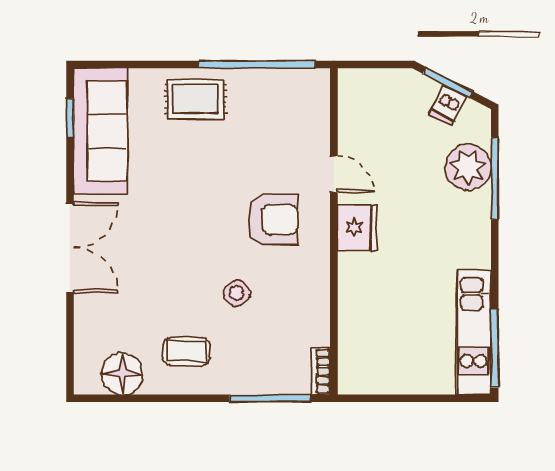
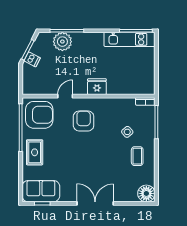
dishwasher: (448, 105) -> (32, 59), moved
armchair: (288, 110) -> (39, 115), added
sofa: (100, 131) -> (41, 191), width x0.73
fridge: (357, 228) -> (97, 87), moved
side table: (237, 293) -> (127, 132), moved
floor lamp: (122, 374) -> (146, 193), moved

